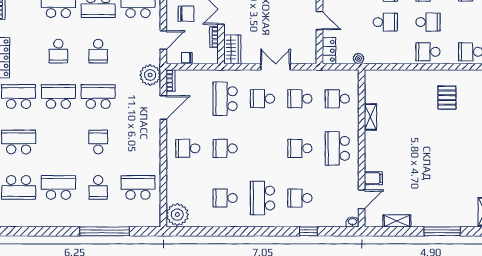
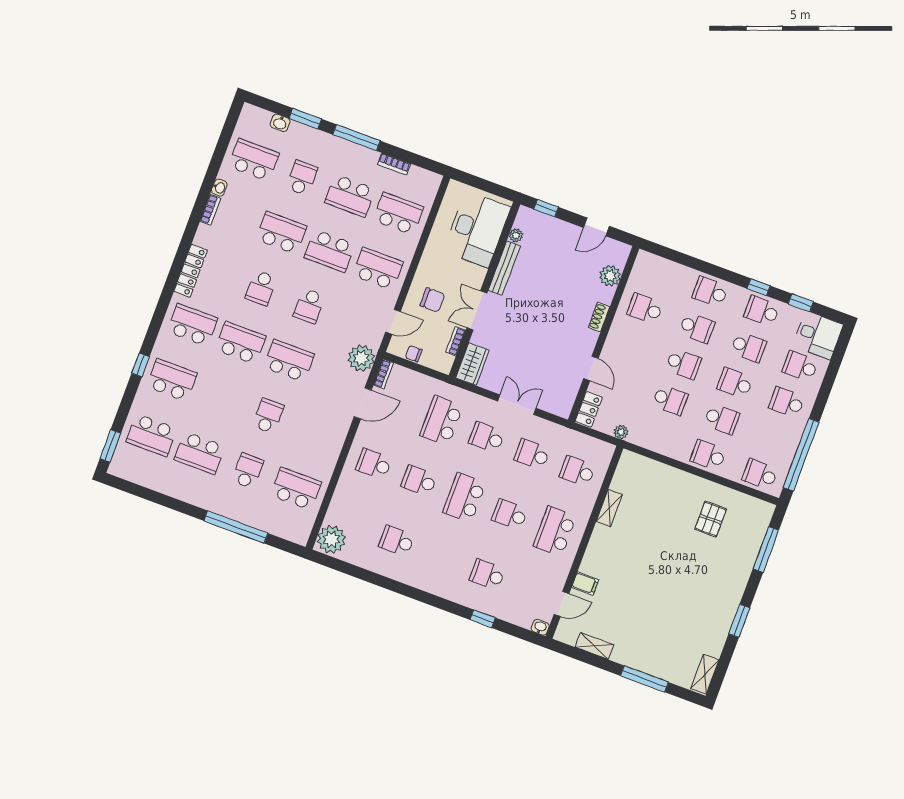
school desk: (58, 187) -> (200, 453), turned 180
school desk: (98, 187) -> (248, 471), turned 180
school desk: (263, 198) -> (464, 498), moved

